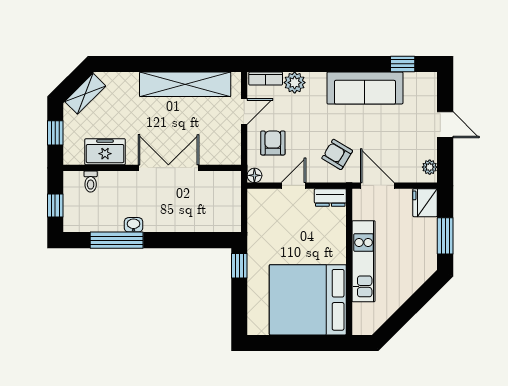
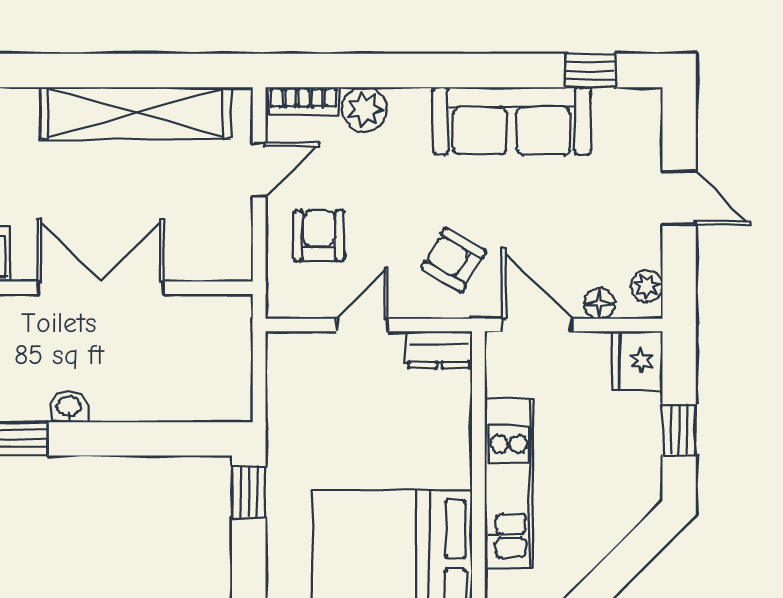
floor lamp: (254, 175) -> (600, 304), moved
washbasin: (133, 225) -> (69, 407), moved
window: (445, 236) -> (679, 430), width x0.67

